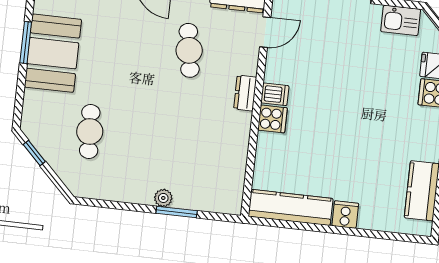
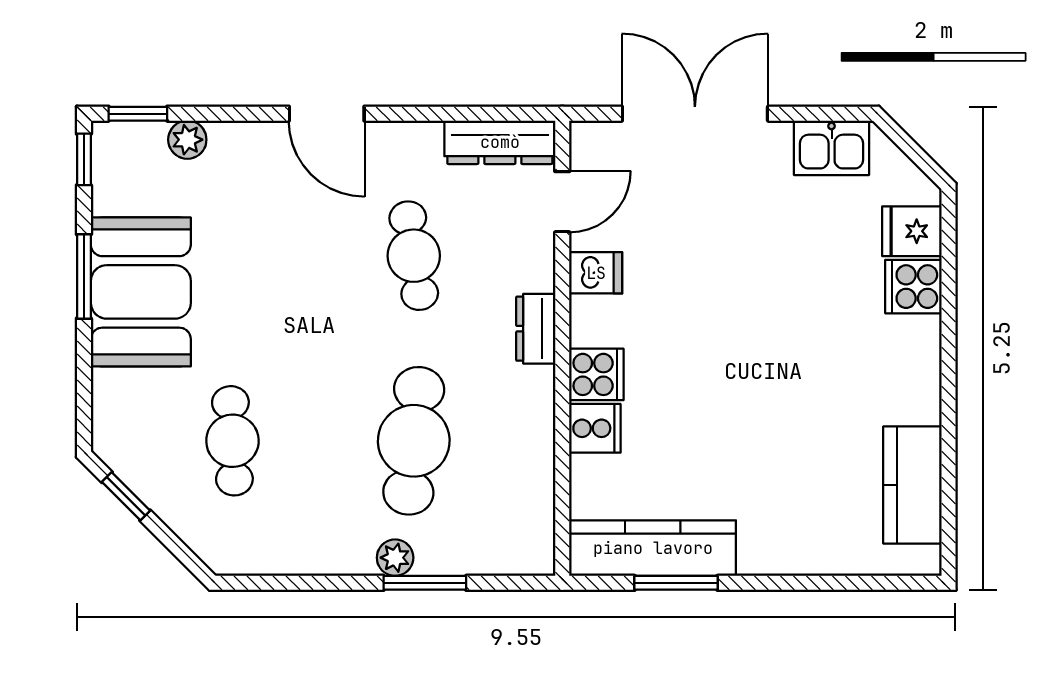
dishwasher: (275, 94) -> (596, 273), moved
cafe table: (179, 142) -> (414, 441), added
cooker: (345, 215) -> (595, 428), moved, turned 90
window: (300, 226) -> (676, 583), added

